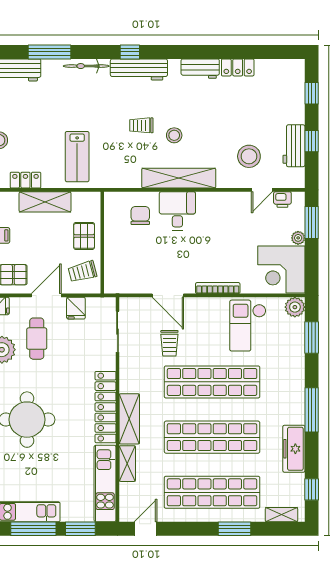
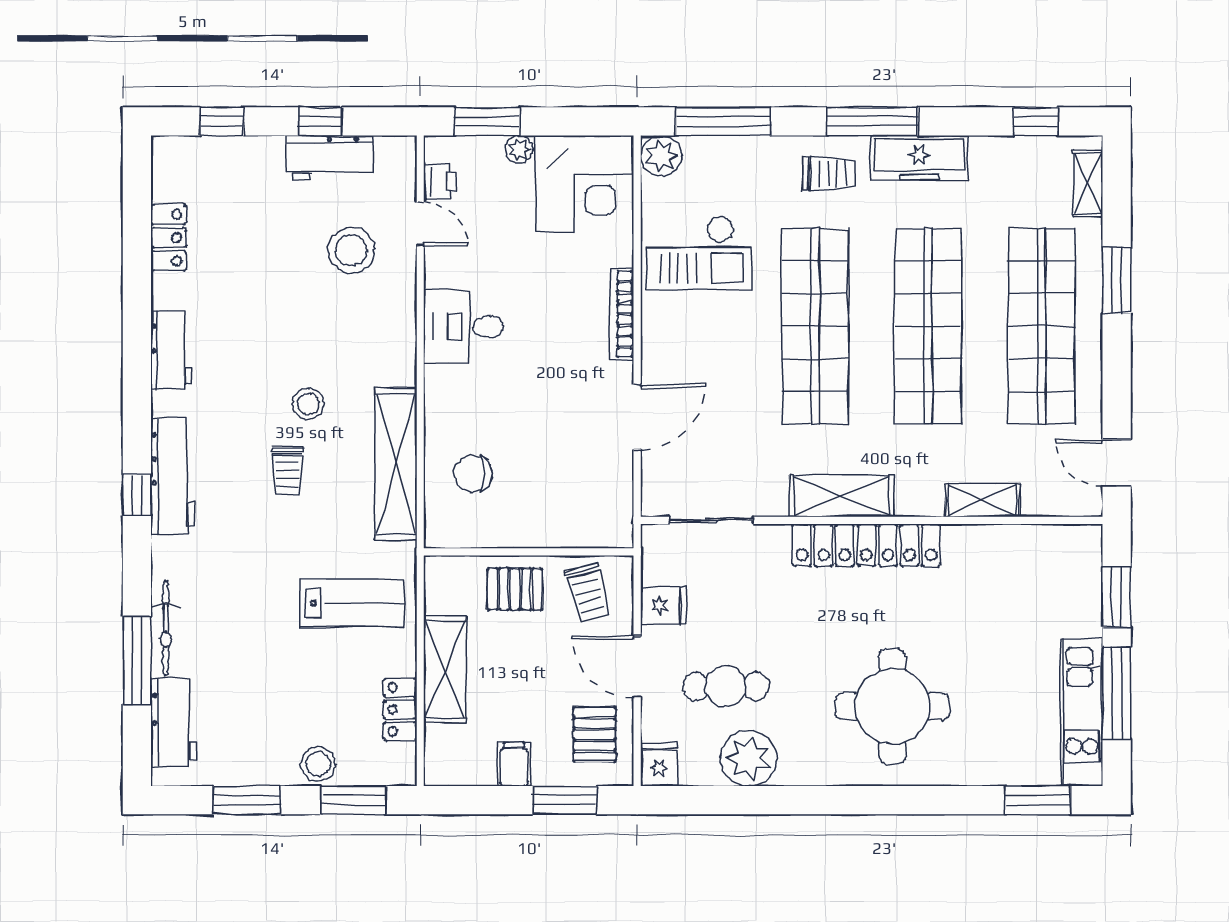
bicycle: (86, 66) -> (166, 628), moved
locker: (238, 67) -> (169, 238), moved
shelving: (179, 178) -> (396, 464), moved
desk: (177, 211) -> (463, 327), moved
window: (312, 337) -> (724, 121), width x1.44
trolley: (169, 343) -> (829, 174), moved
shelving: (129, 419) -> (842, 496), moved
freezer: (294, 449) -> (919, 158), moved
kitchen unit: (105, 483) -> (1024, 546), removed

